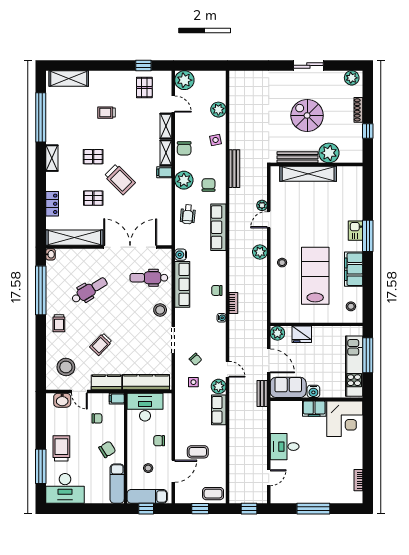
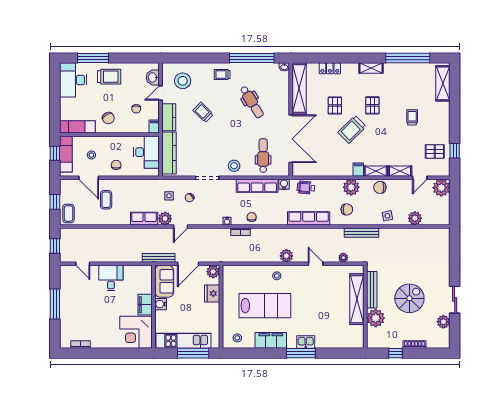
plant: (352, 78) -> (443, 322), moved
plant: (262, 205) -> (343, 258), moved
wheelchair: (188, 214) -> (306, 188), moved
bench: (262, 394) -> (159, 258), width x1.36

